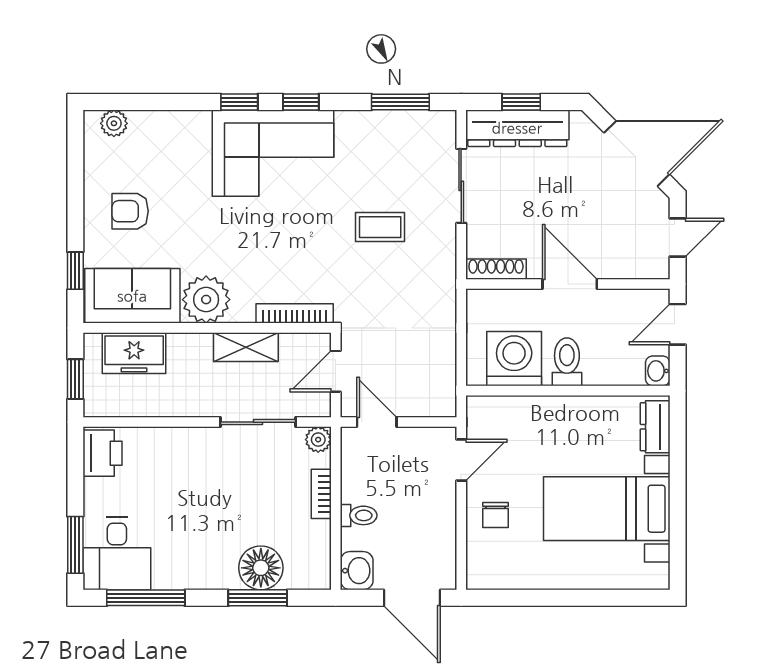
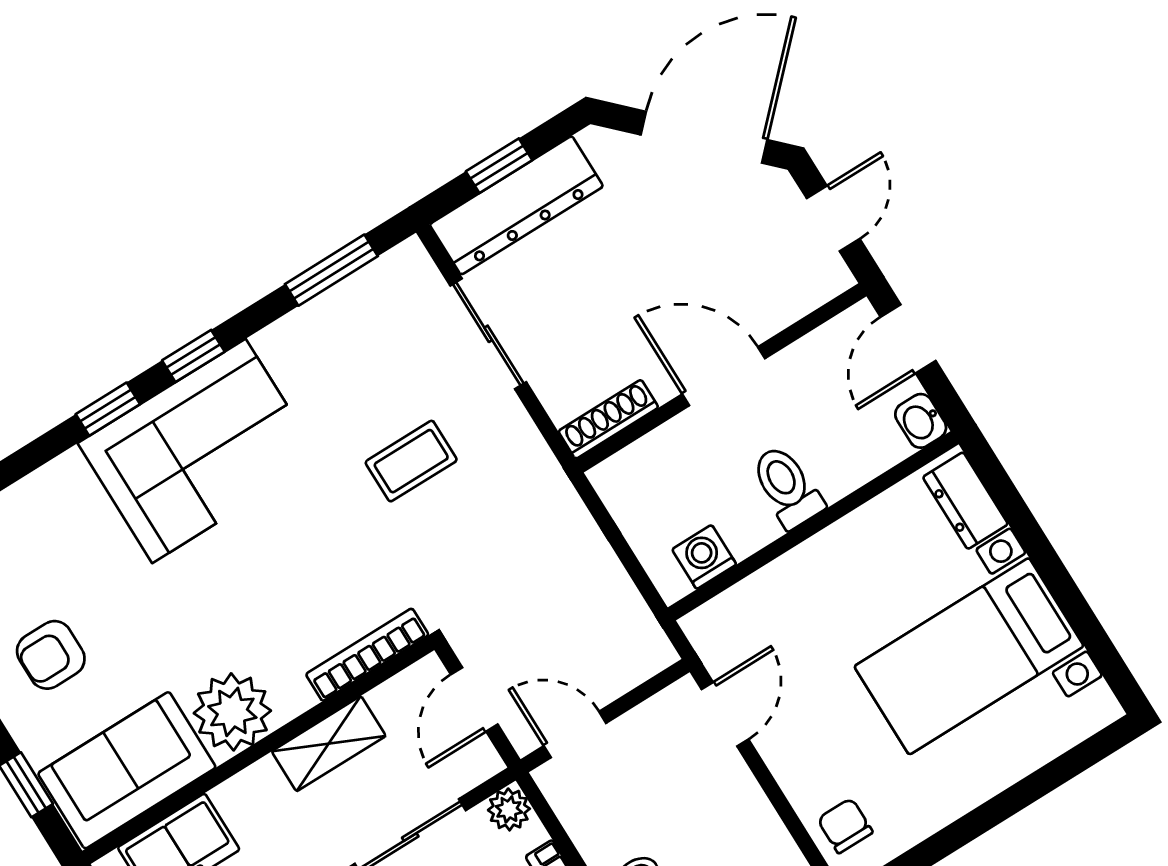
washing machine: (514, 359) -> (704, 557), width x0.53, depth x0.53
chair: (495, 515) -> (845, 826), moved, turned 180

